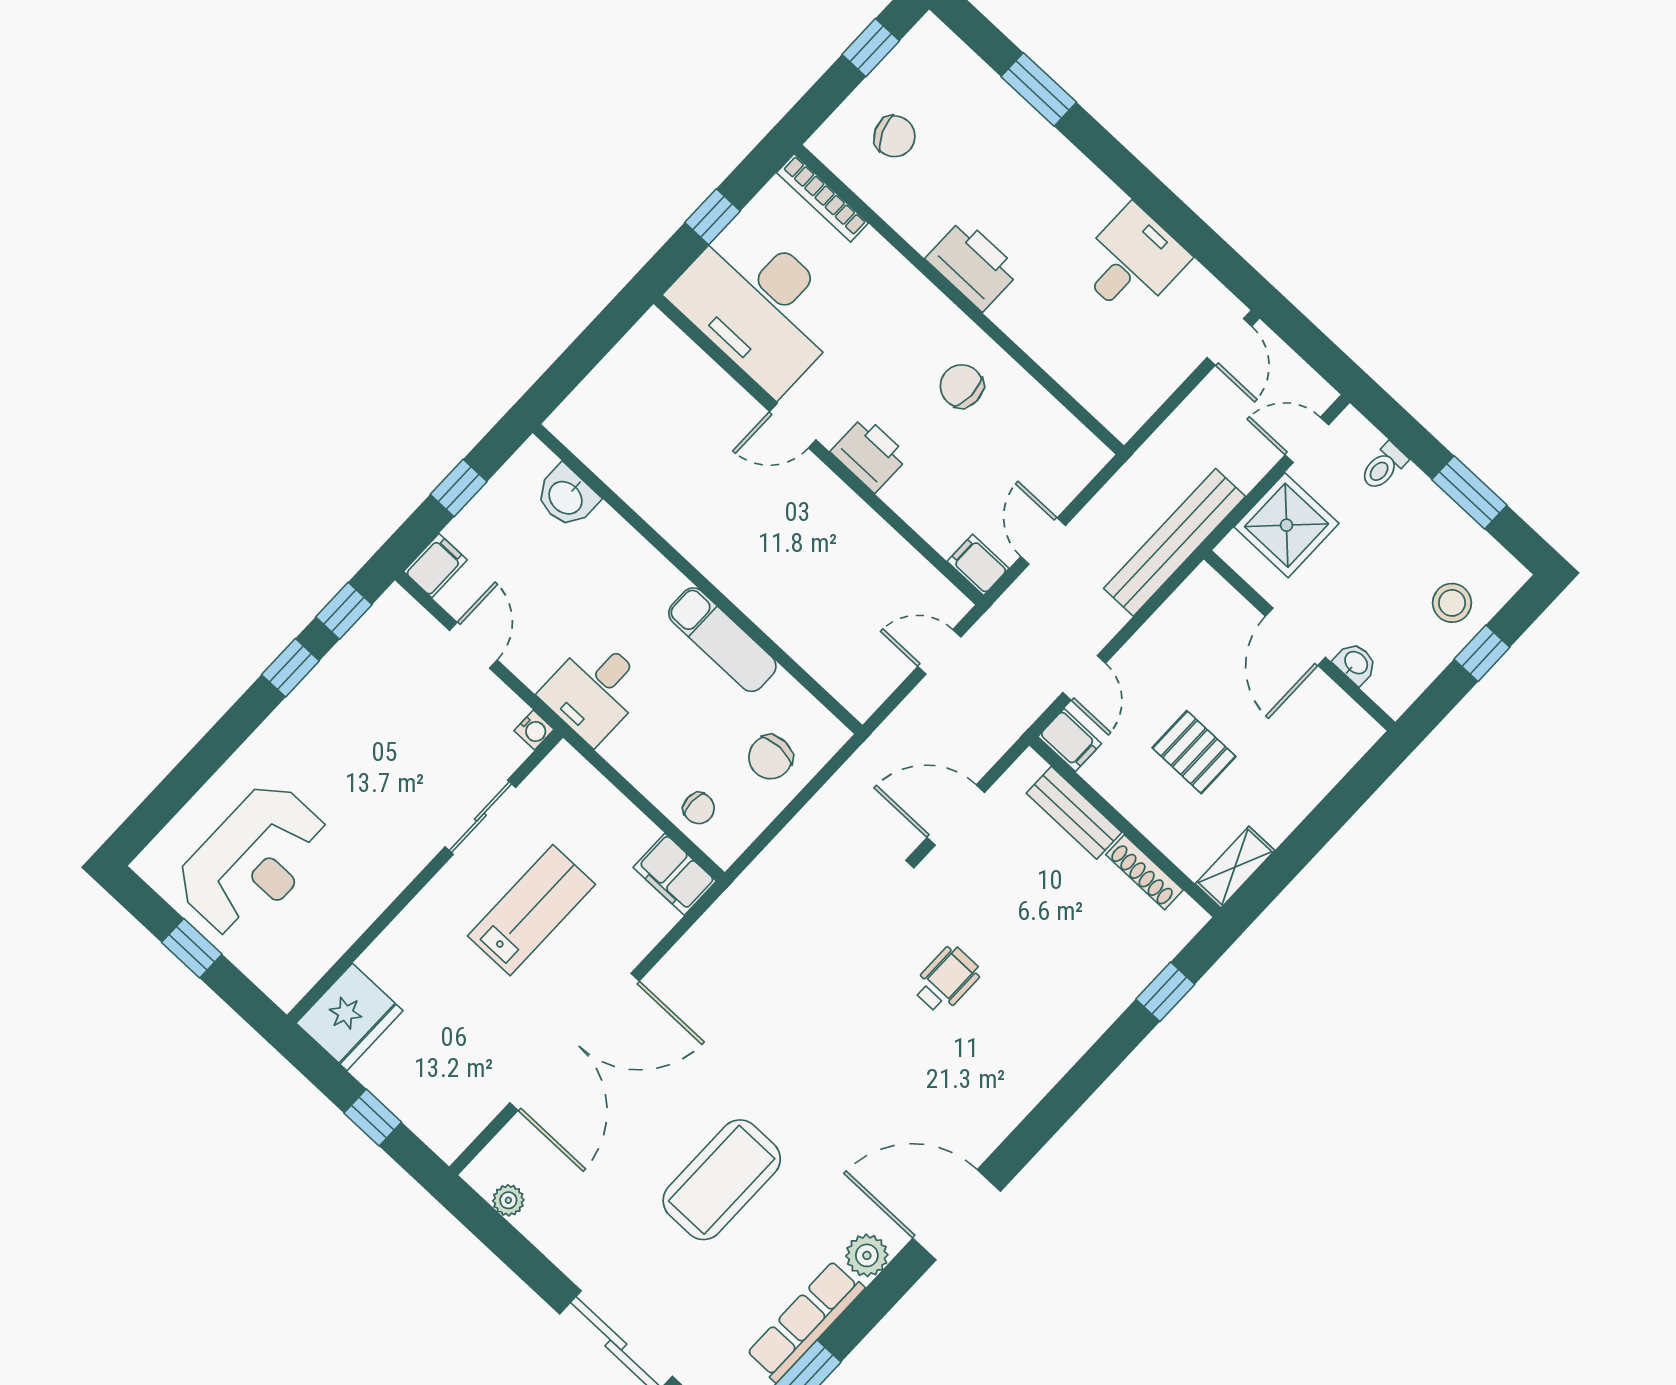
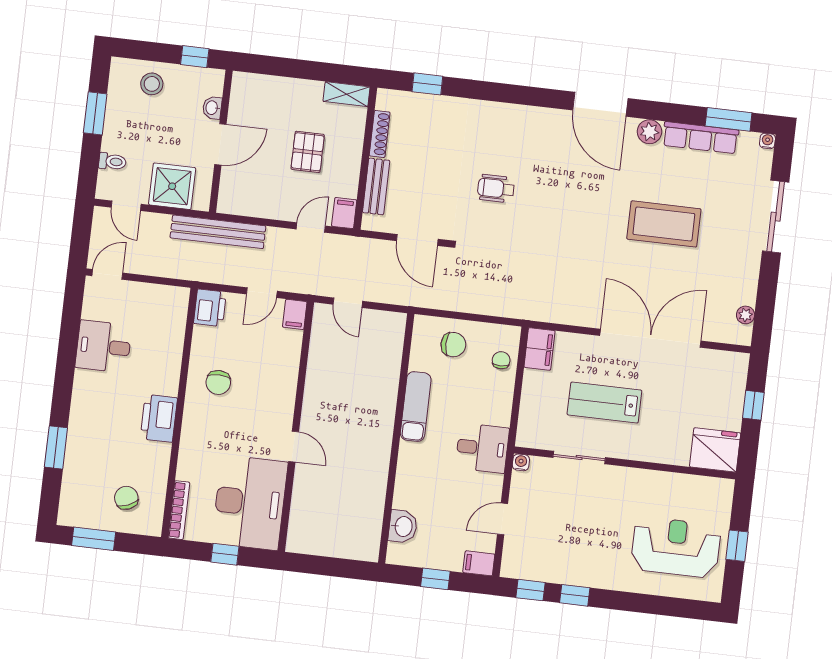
window: (871, 48) -> (94, 539), width x1.50
printer: (870, 454) -> (210, 308), moved, turned 180
window: (1482, 653) -> (195, 57), moved

